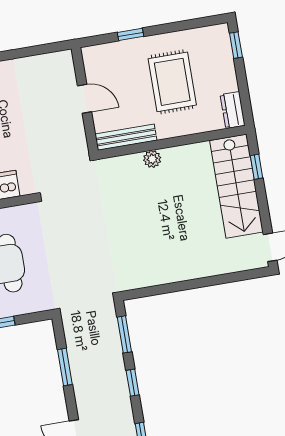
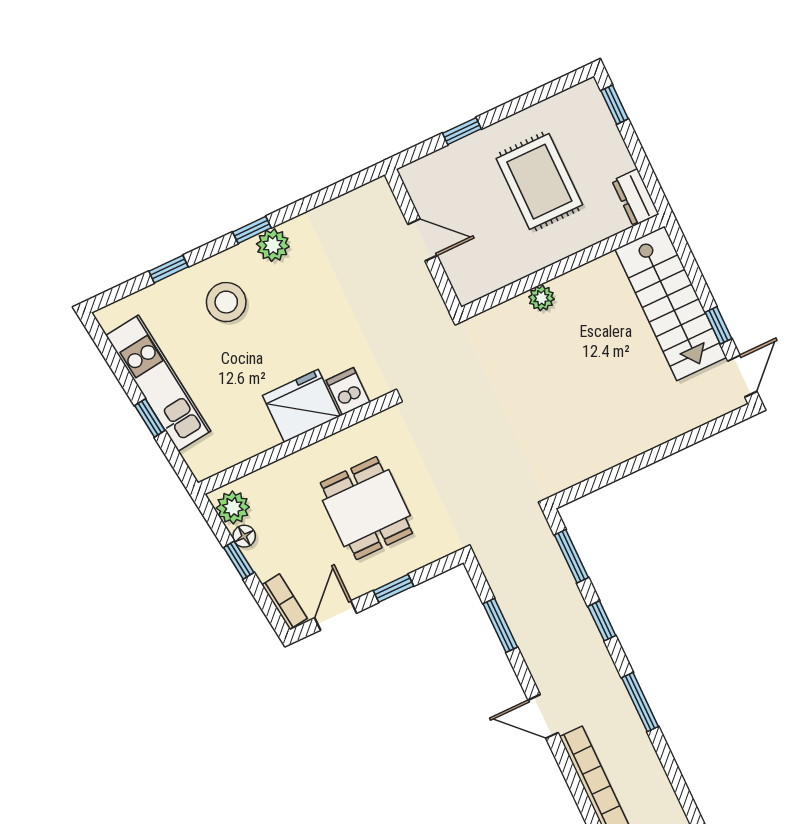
bench: (126, 137) -> (496, 278), removed
window: (256, 167) -> (718, 325), moved

